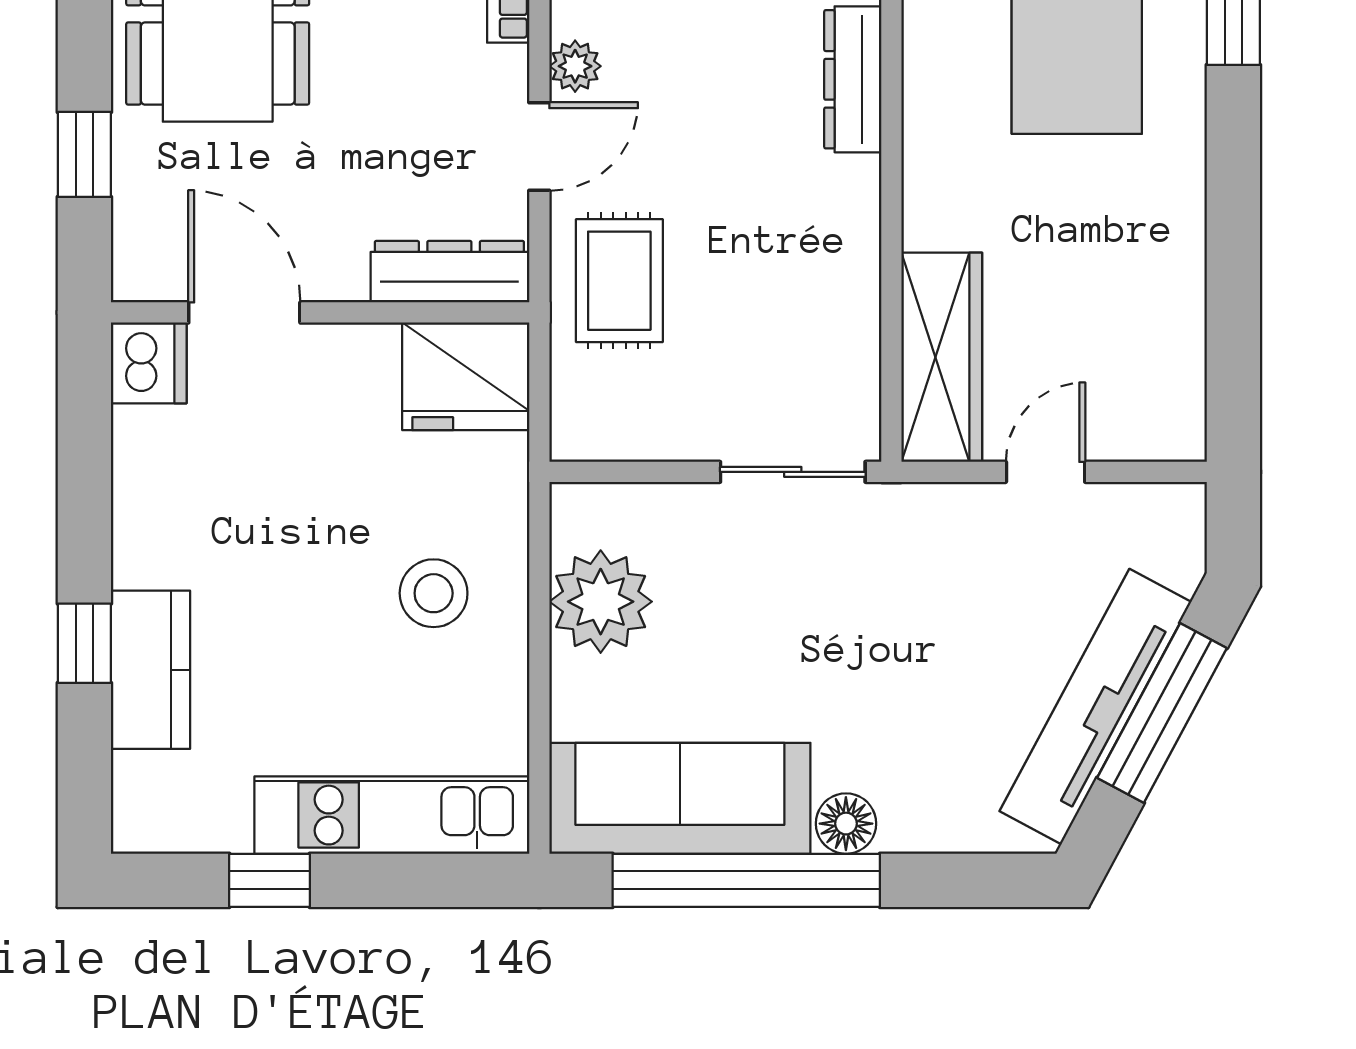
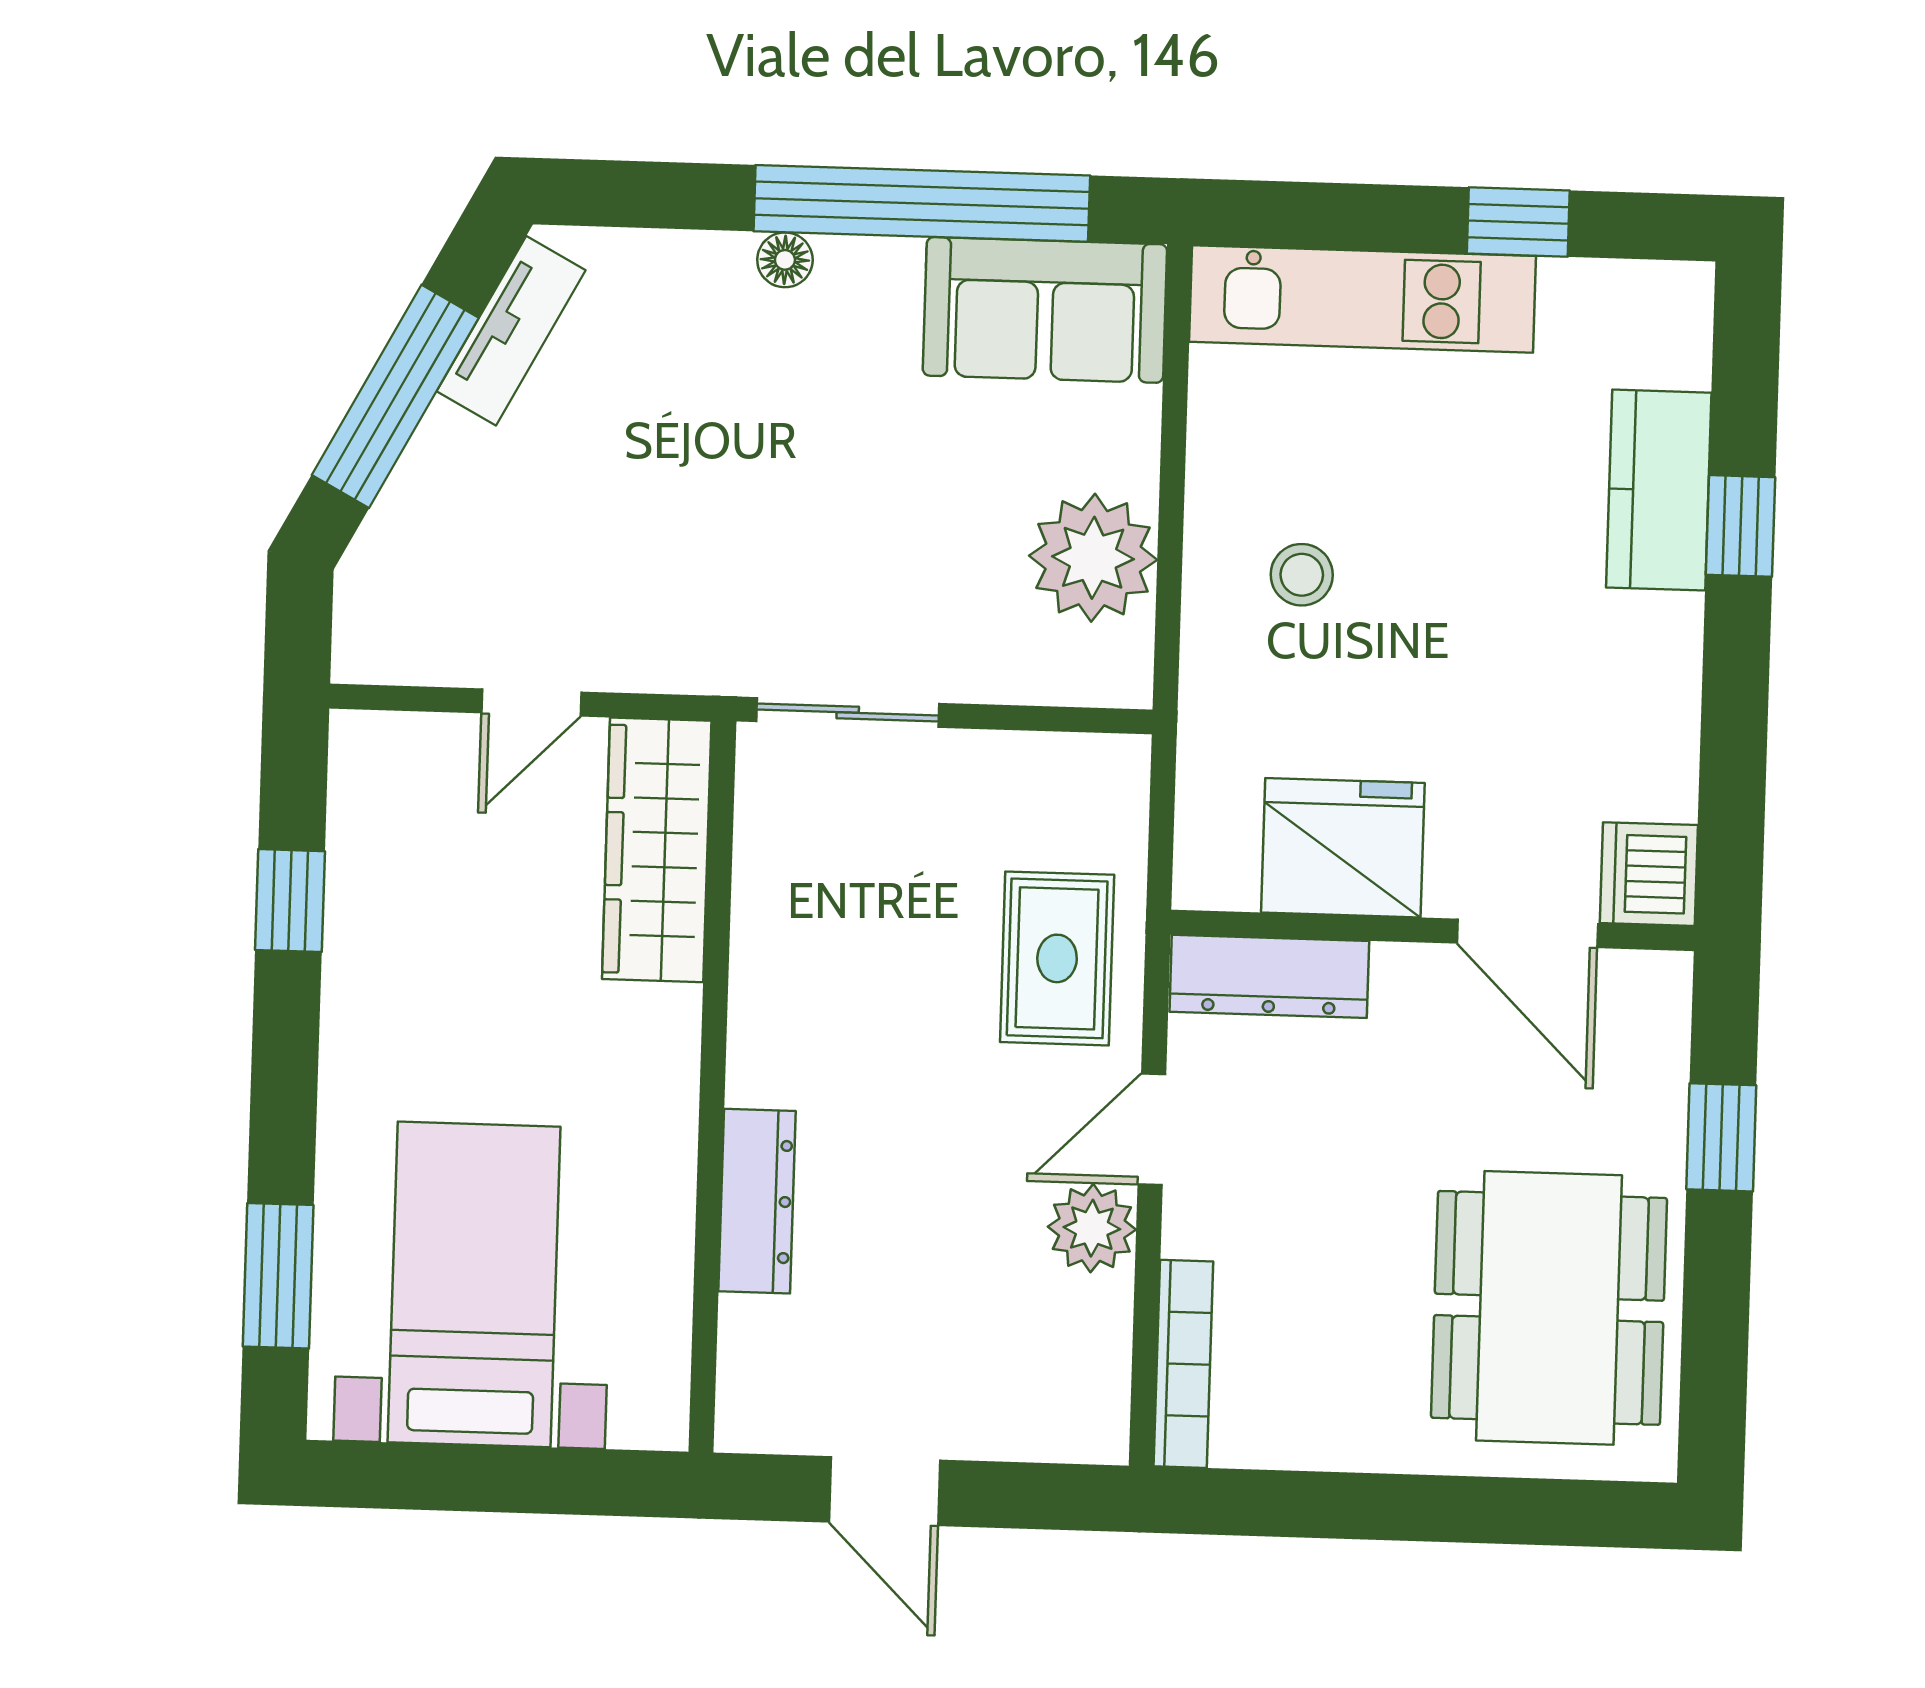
plant: (575, 66) -> (1092, 1228), width x1.38, depth x1.38
window: (1233, 308) -> (290, 901), added
fridge: (466, 376) -> (1343, 848), moved
stool: (434, 593) -> (1302, 575), width x0.73, depth x0.73
tv unit: (1095, 707) -> (511, 331), width x0.52, depth x0.78
sofa: (680, 798) -> (1045, 310), width x0.73
floor lamp: (846, 824) -> (785, 260), width x0.73, depth x0.73

